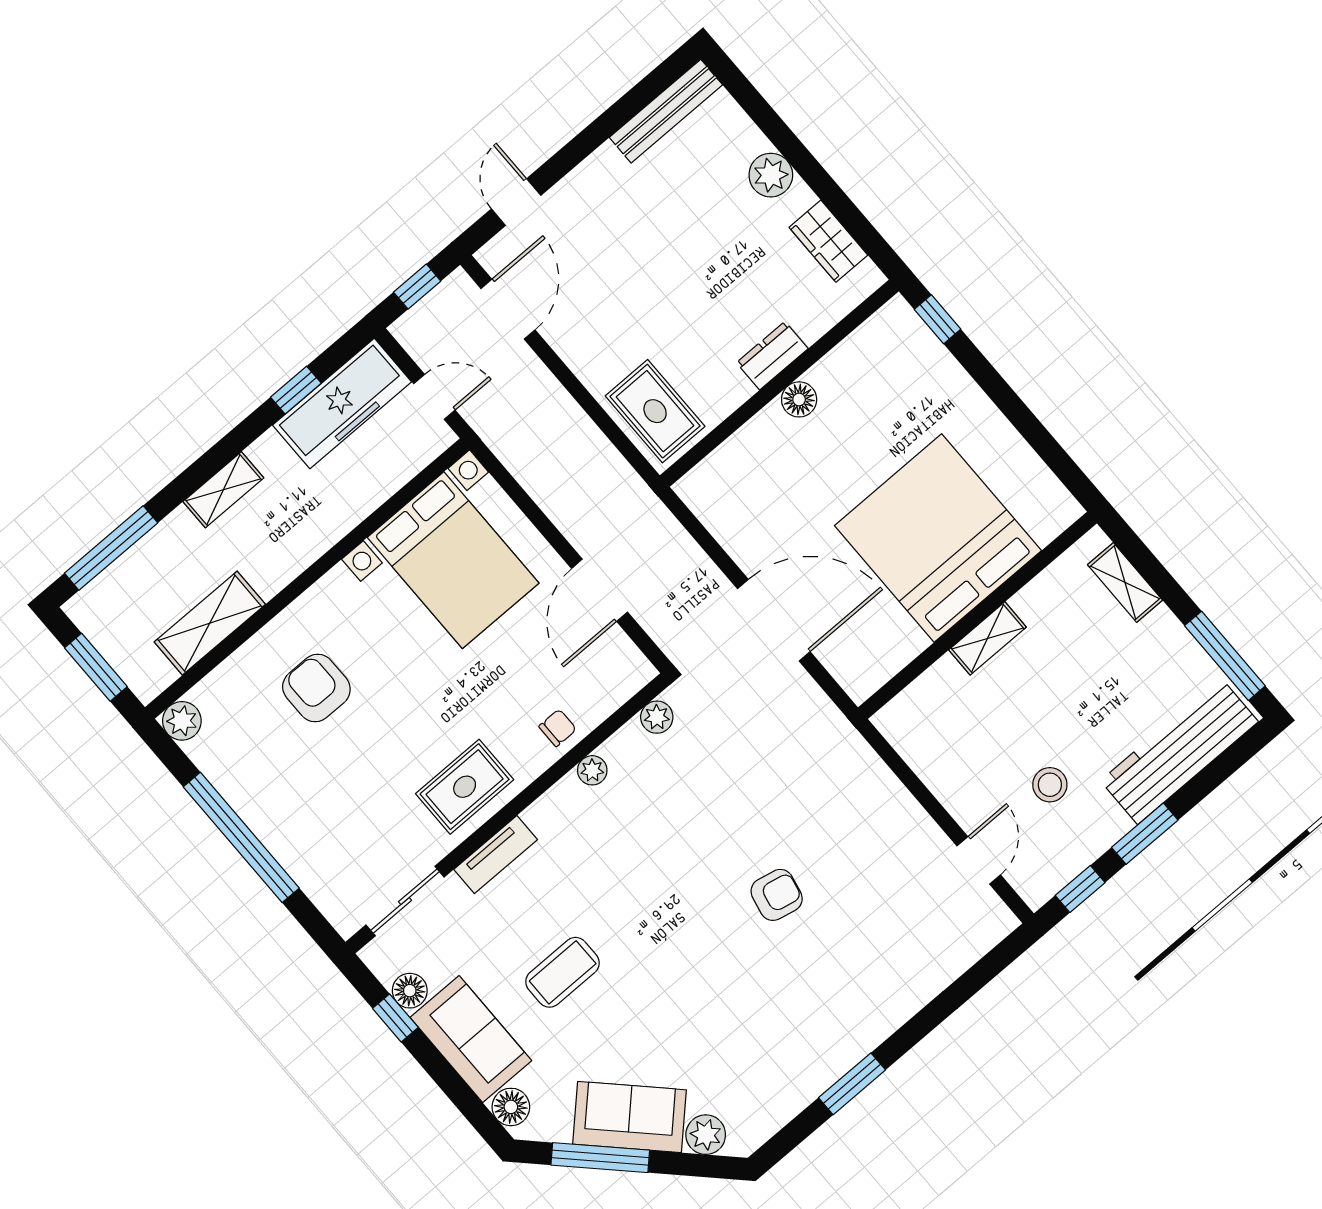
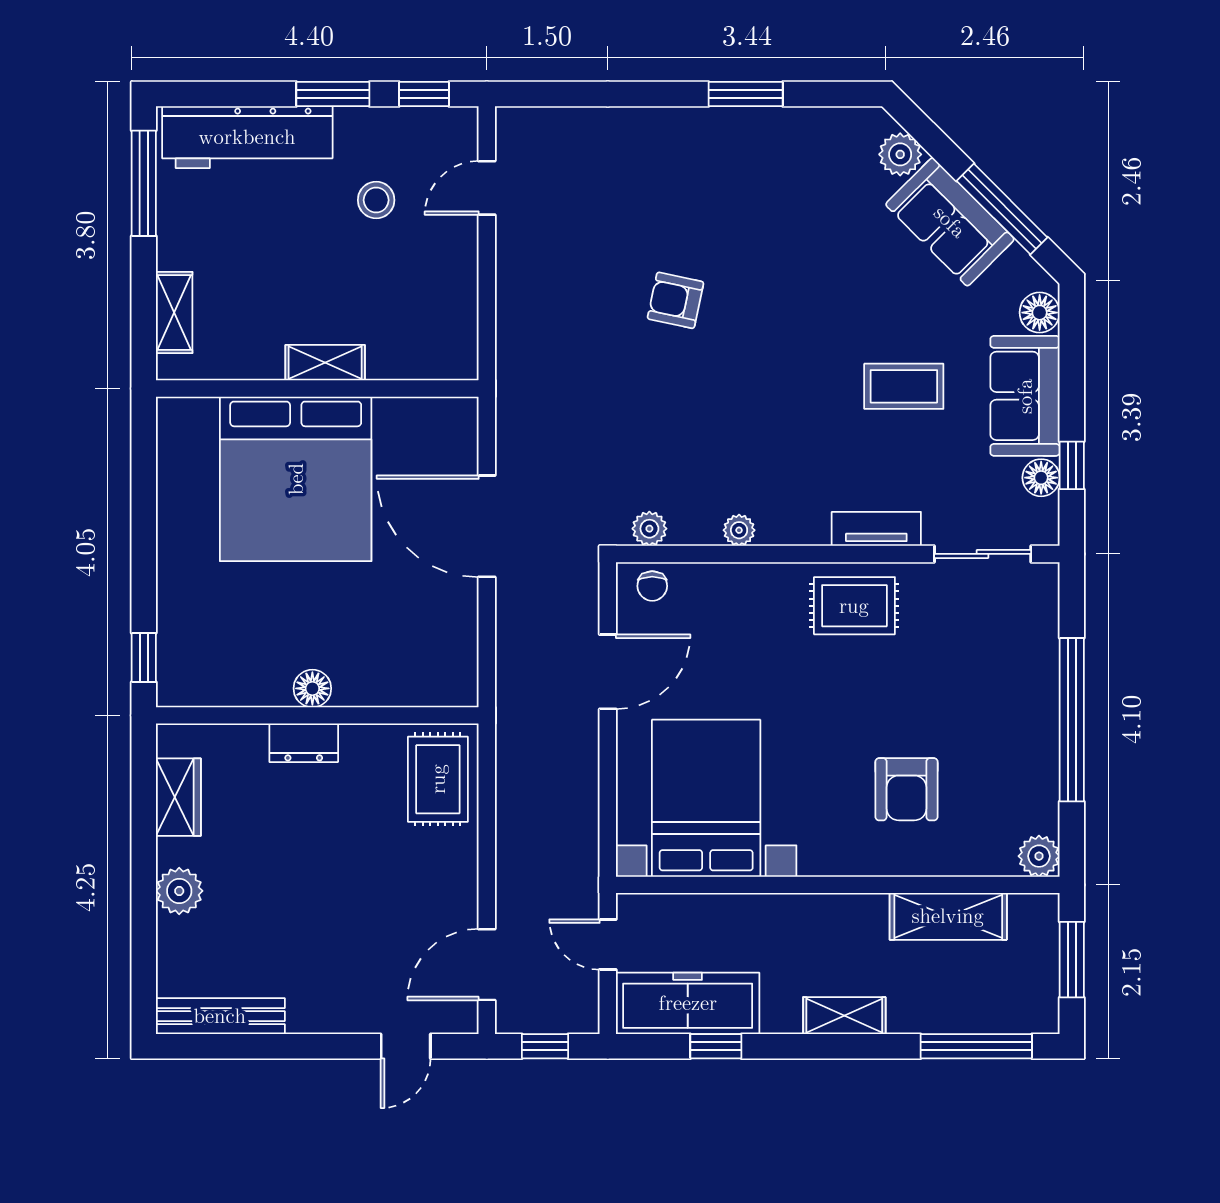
chair: (558, 728) -> (652, 586), moved, turned -90

